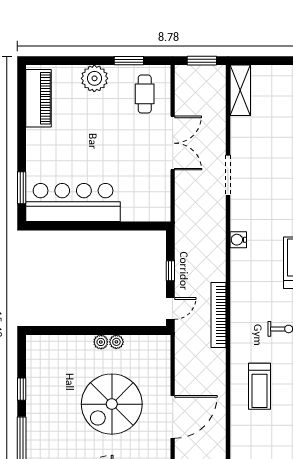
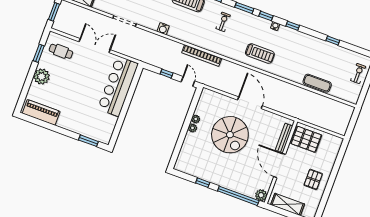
bar counter: (73, 202) -> (118, 86), moved
treadmill: (260, 386) -> (260, 54), moved

